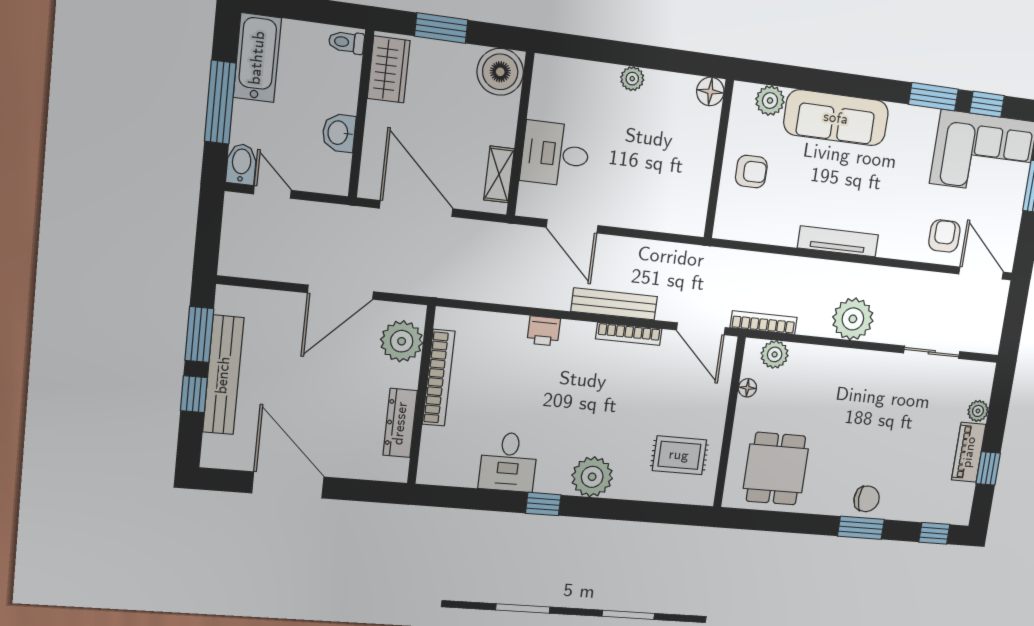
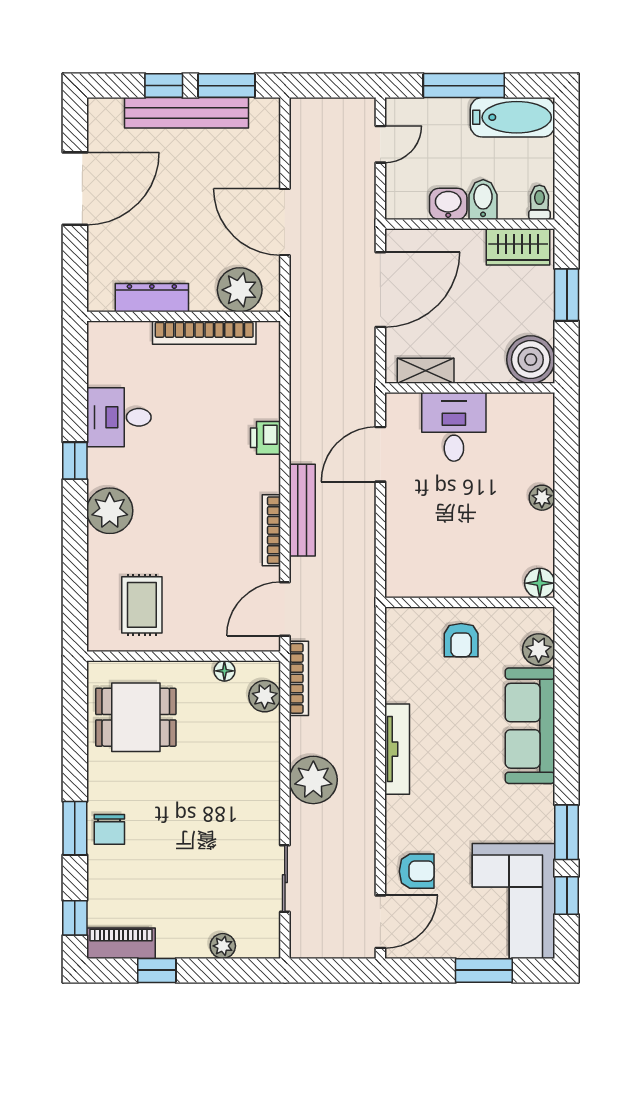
bidet: (241, 164) -> (483, 199), moved, turned -90
piano: (969, 452) -> (121, 943), moved

